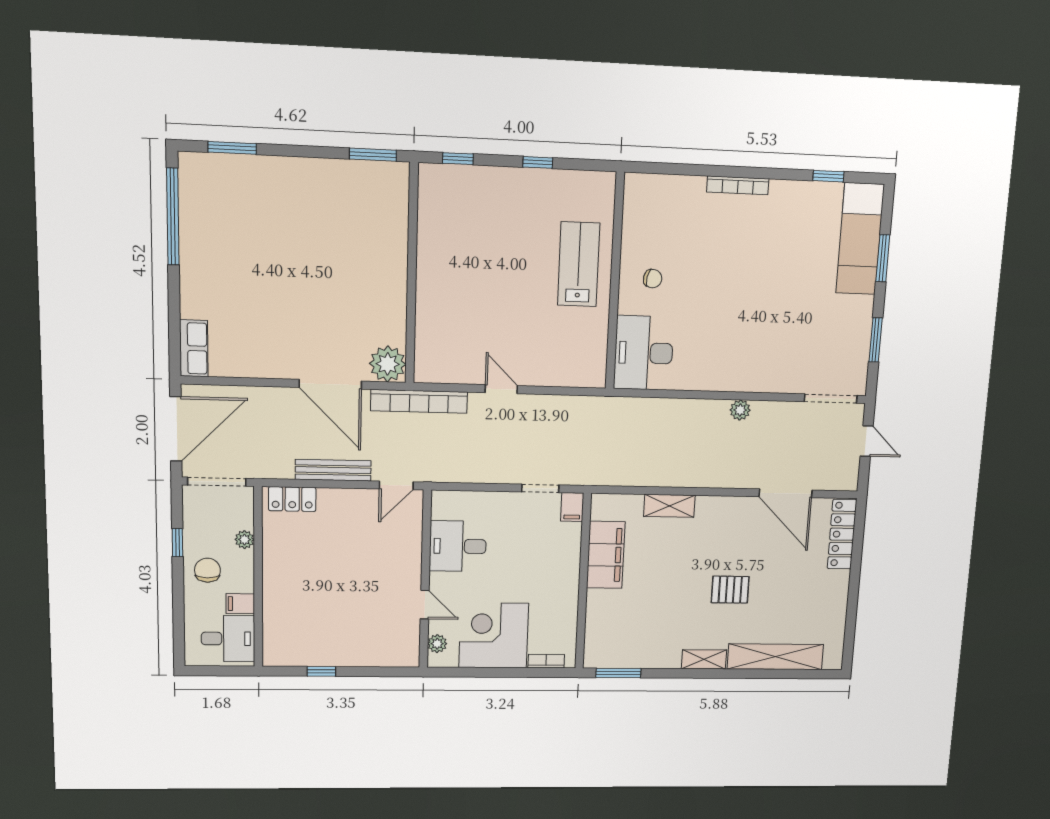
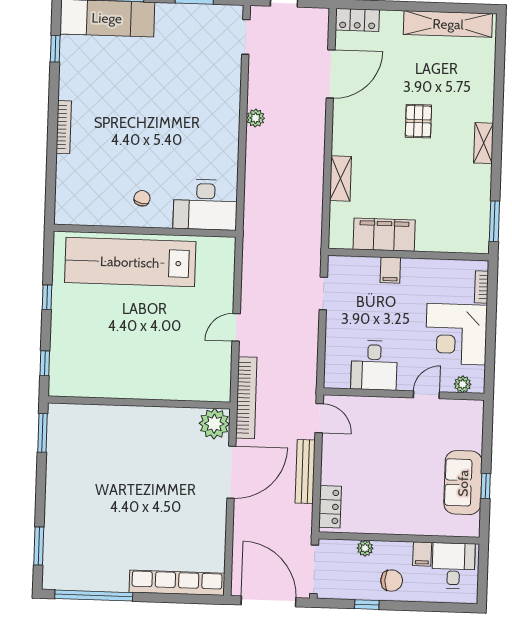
lab bench: (579, 264) -> (130, 262), width x1.86, depth x1.39
row of seats: (194, 348) -> (177, 583), width x2.02
doorway: (831, 399) -> (246, 37), width x0.73
filing cabinet: (572, 507) -> (390, 270), moved, turned 90
locker: (842, 534) -> (357, 20), width x0.66
chair: (207, 570) -> (392, 581), turned 180
sofa: (325, 647) -> (463, 483), added
shelving: (775, 657) -> (448, 24), moved, turned 90

